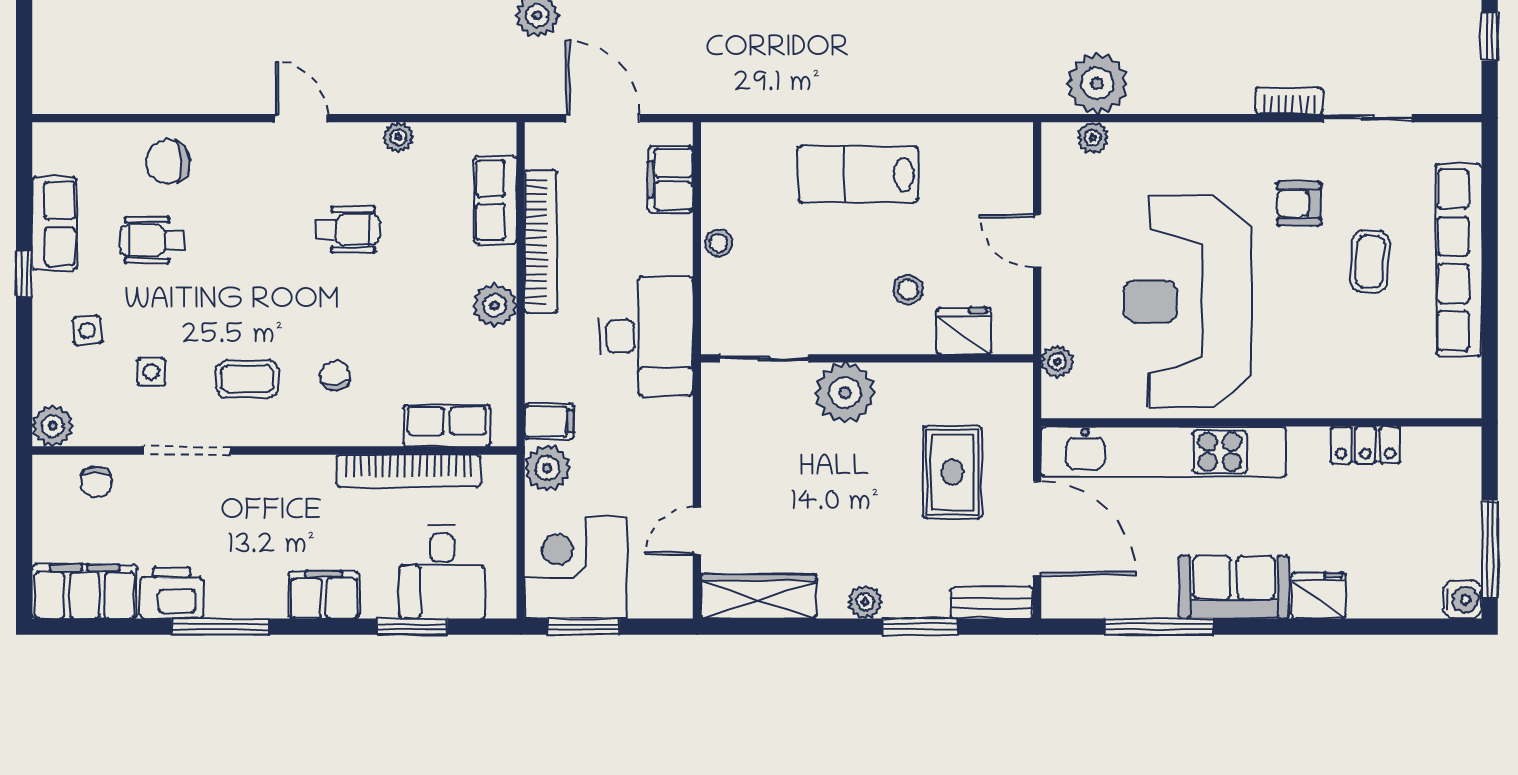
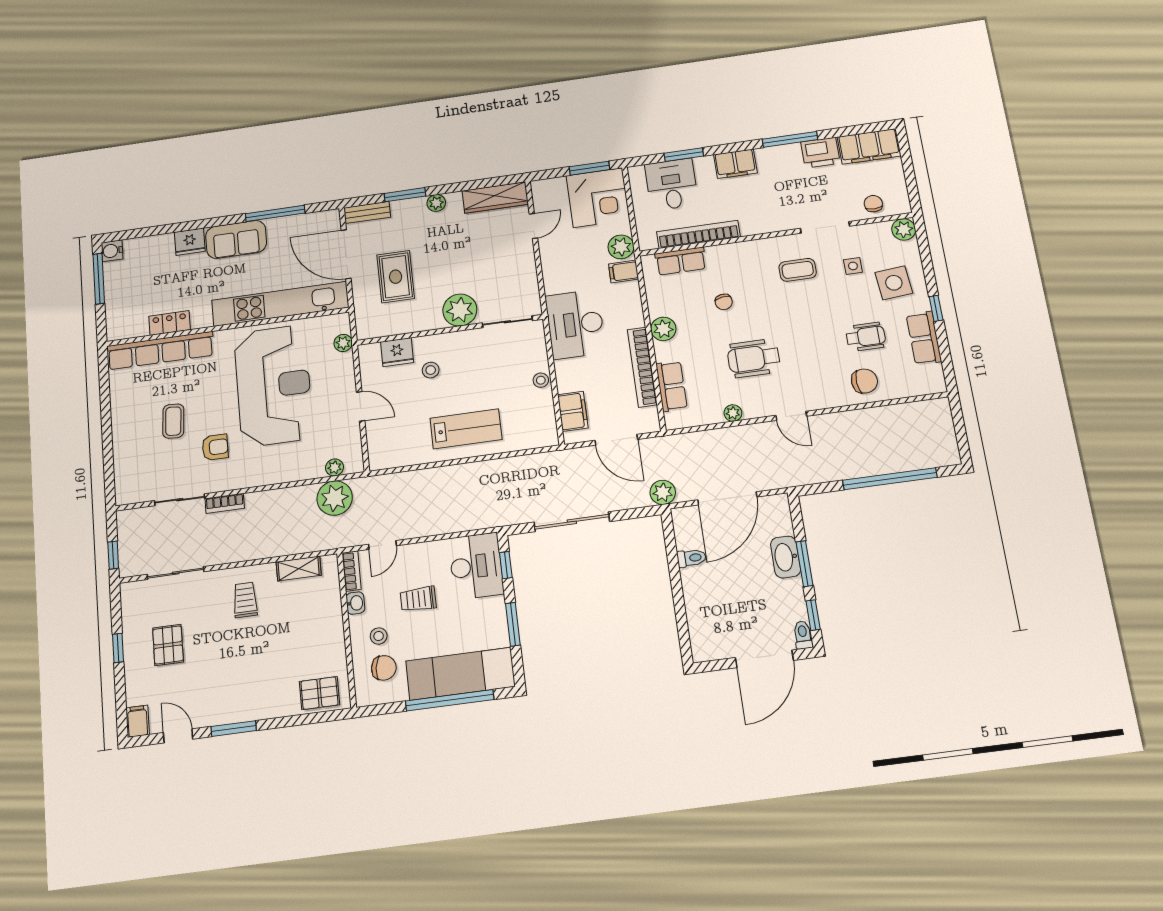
wheelchair: (348, 230) -> (754, 358), width x1.36, depth x1.37
row of seats: (1459, 260) -> (160, 351), moved, turned 90
side table: (87, 331) -> (894, 283), width x1.87, depth x1.87
chair: (335, 375) -> (724, 302), moved

